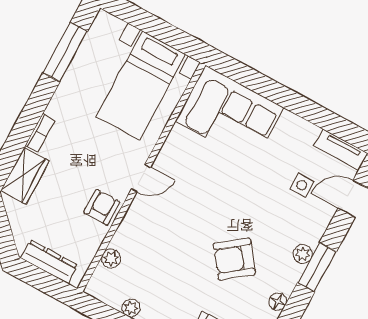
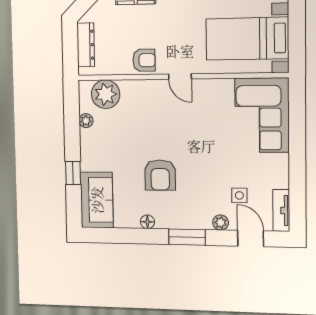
plant: (303, 254) -> (221, 223), moved
plant: (111, 259) -> (106, 94), width x1.88, depth x1.88
armchair: (234, 259) -> (160, 175), turned -143

